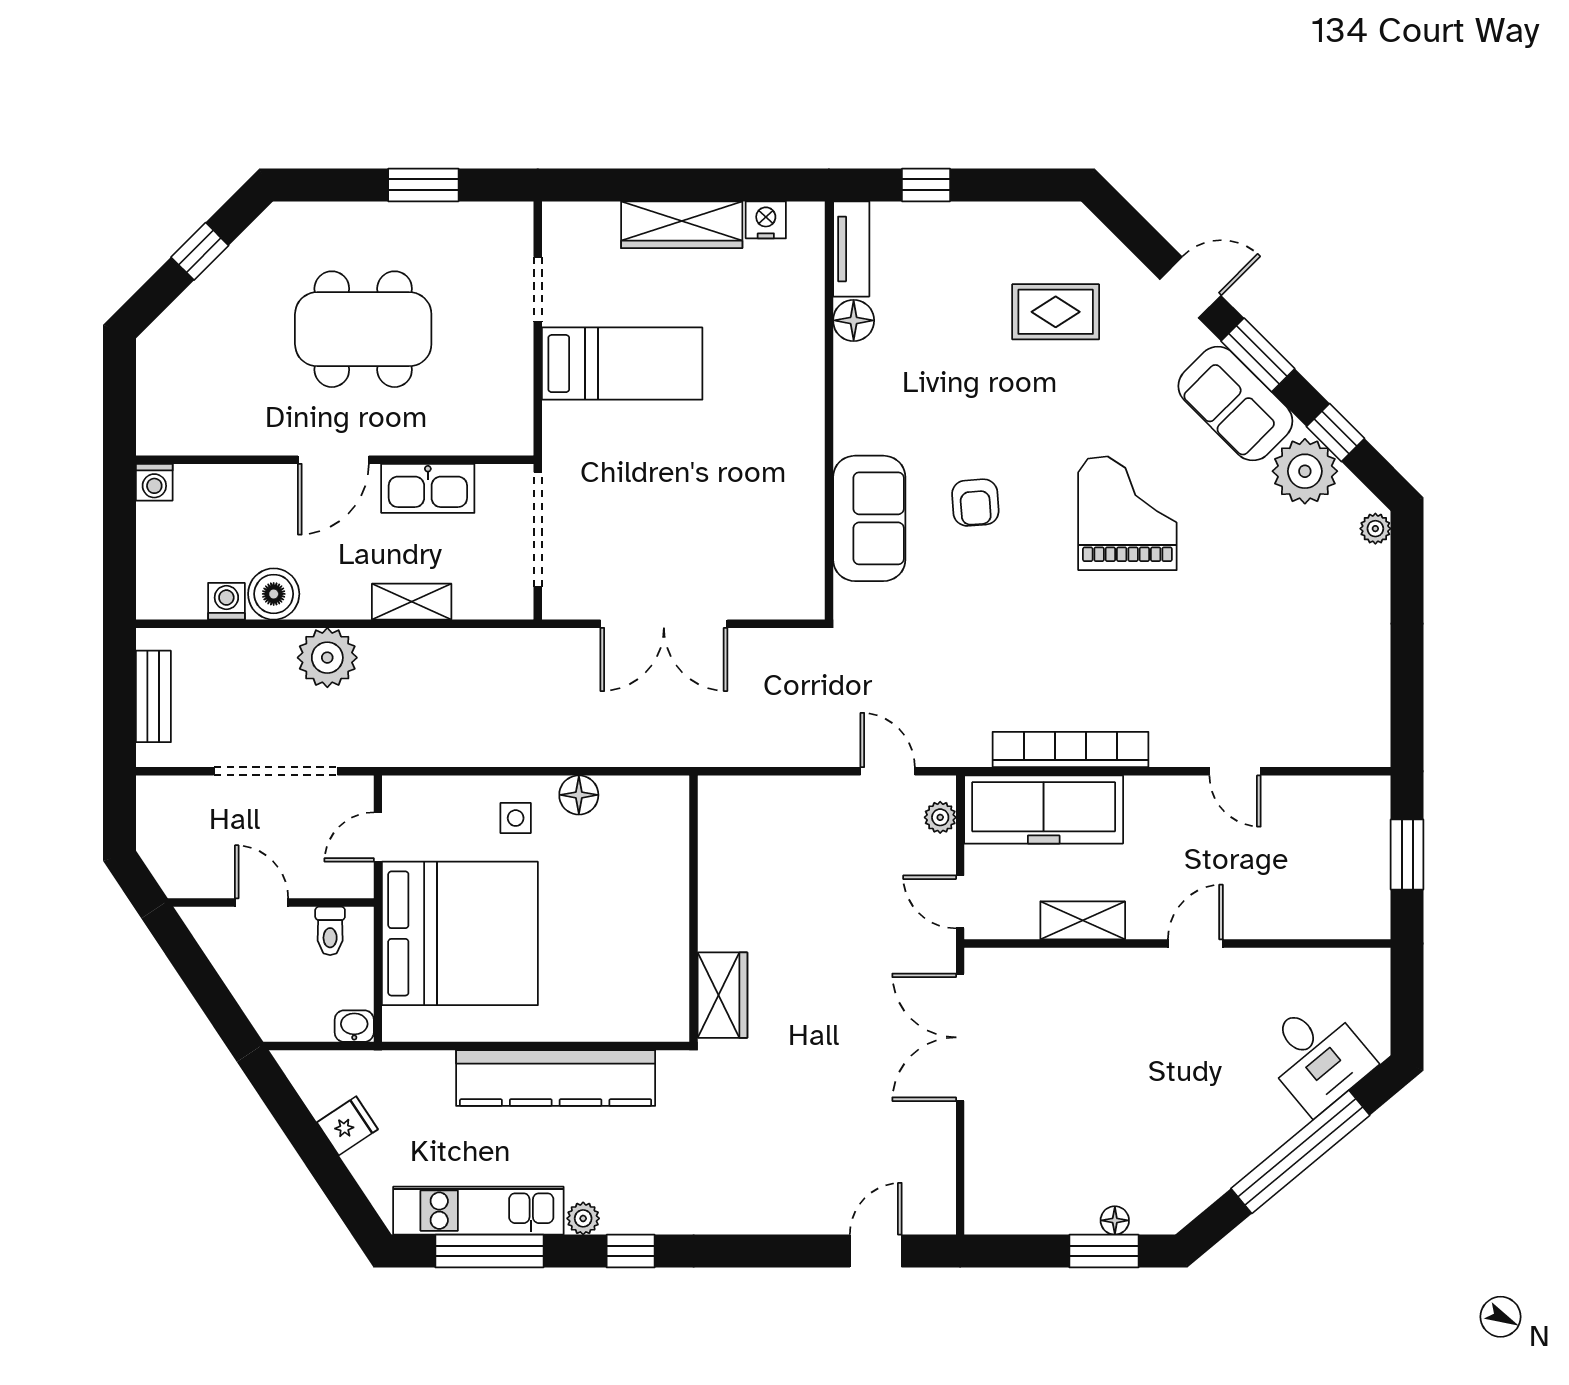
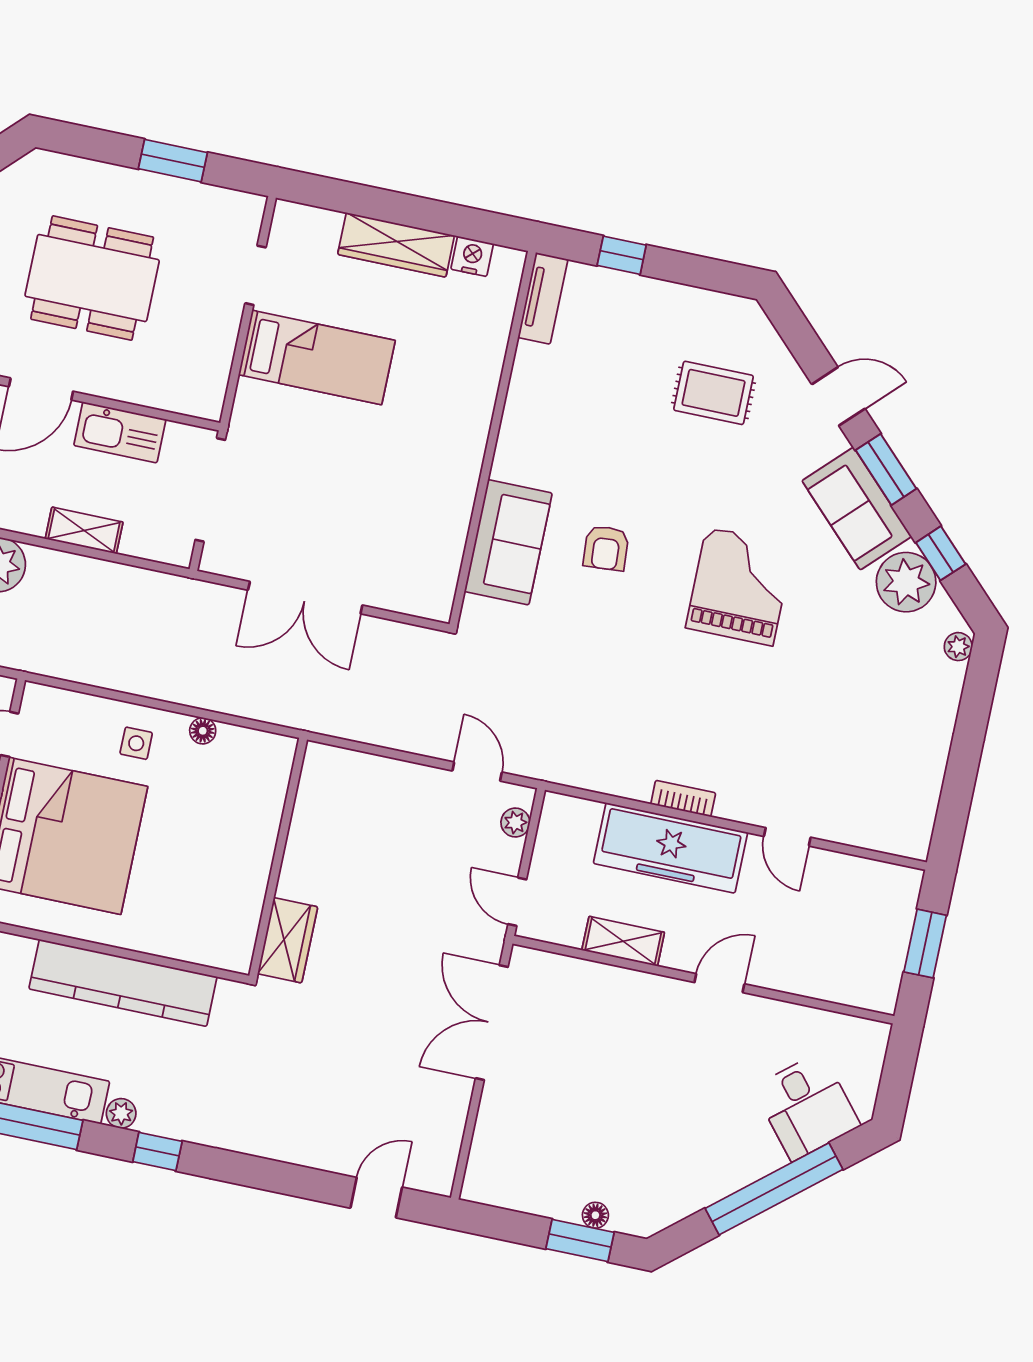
floor lamp: (854, 320) -> (532, 363), removed
bookcase: (1071, 749) -> (683, 799), width x0.43, depth x0.76
floor lamp: (579, 795) -> (203, 731), width x0.73, depth x0.73
freezer: (1044, 809) -> (670, 848), moved

